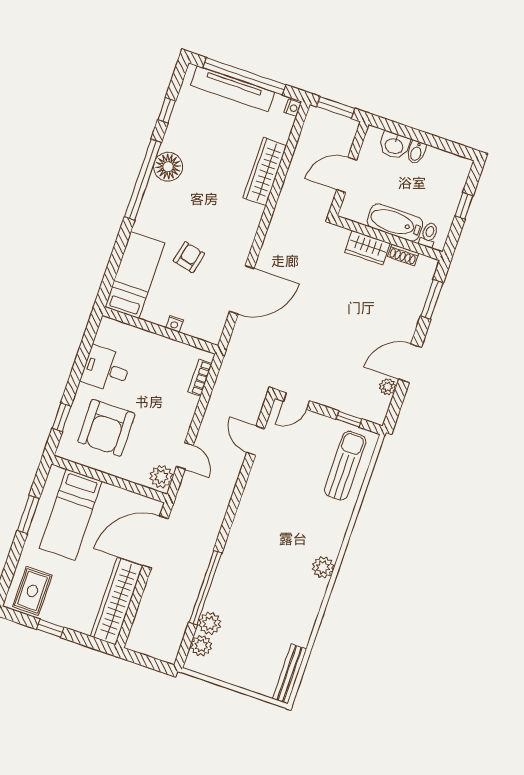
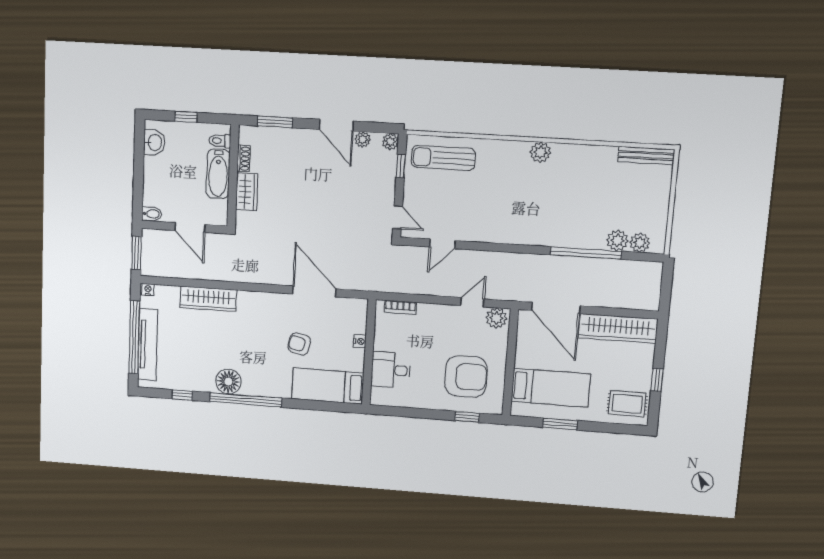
washbasin: (394, 145) -> (154, 142), moved
bidet: (416, 152) -> (152, 214), moved
desk: (106, 369) -> (391, 370), moved, turned 90
plant: (377, 415) -> (390, 142), added

